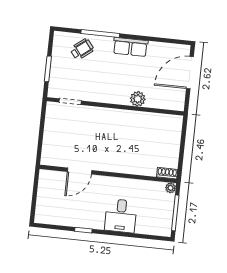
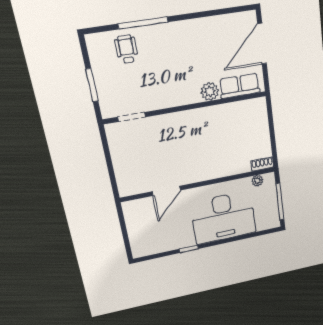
row of seats: (130, 47) -> (240, 86), moved, turned 180
wheelchair: (82, 49) -> (126, 49), turned -52
plant: (171, 188) -> (257, 181), moved
desk: (121, 216) -> (223, 217), width x1.87, depth x1.30

